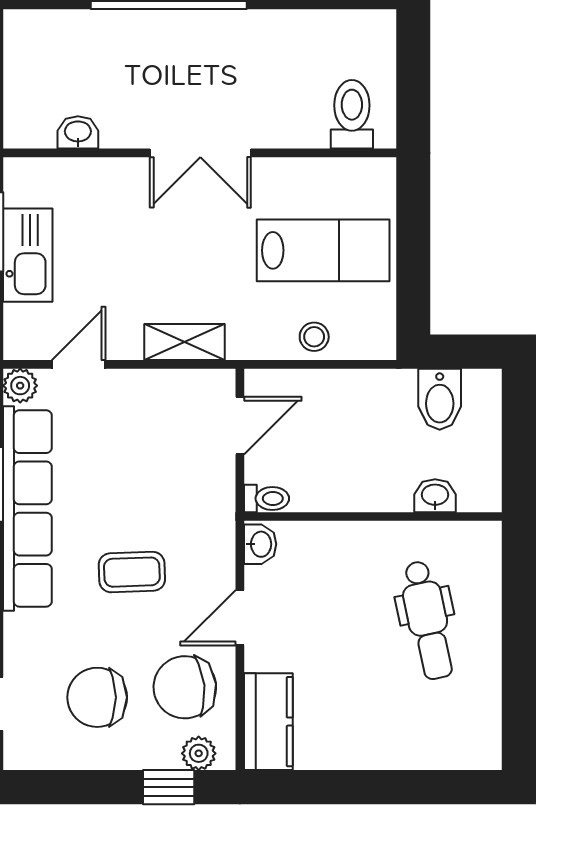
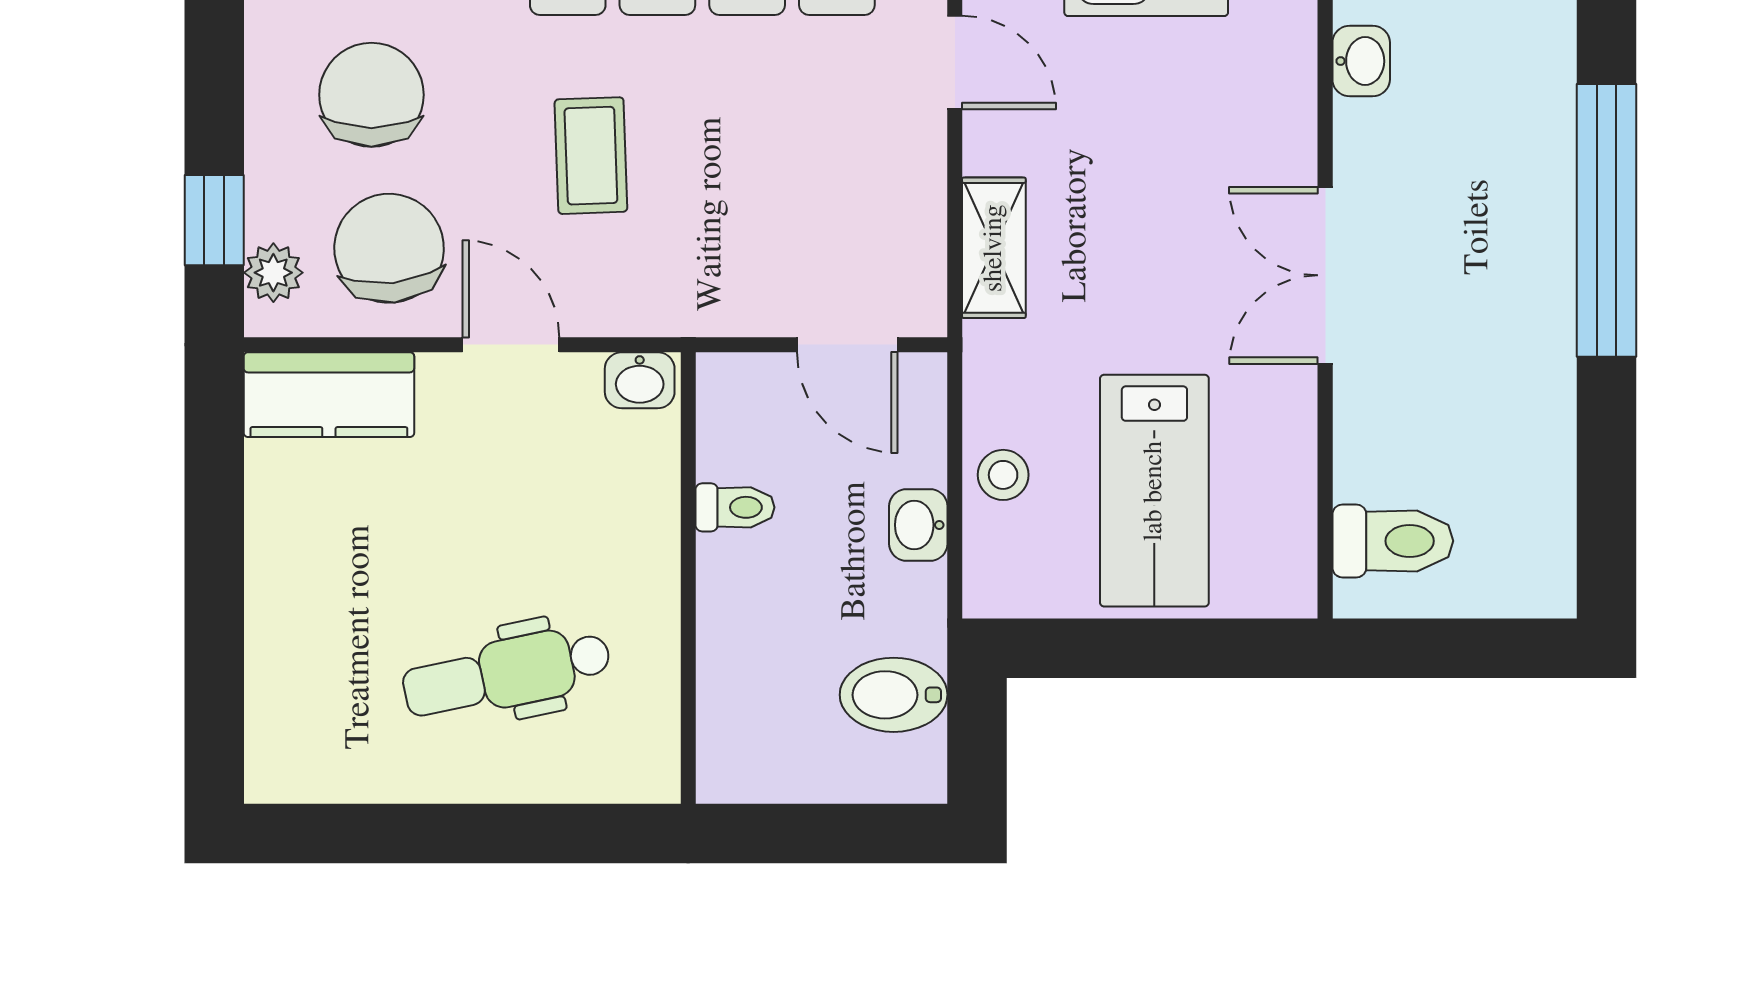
washbasin: (435, 496) -> (918, 525), moved, turned 180
toilet: (267, 498) -> (735, 507), moved, turned -90

